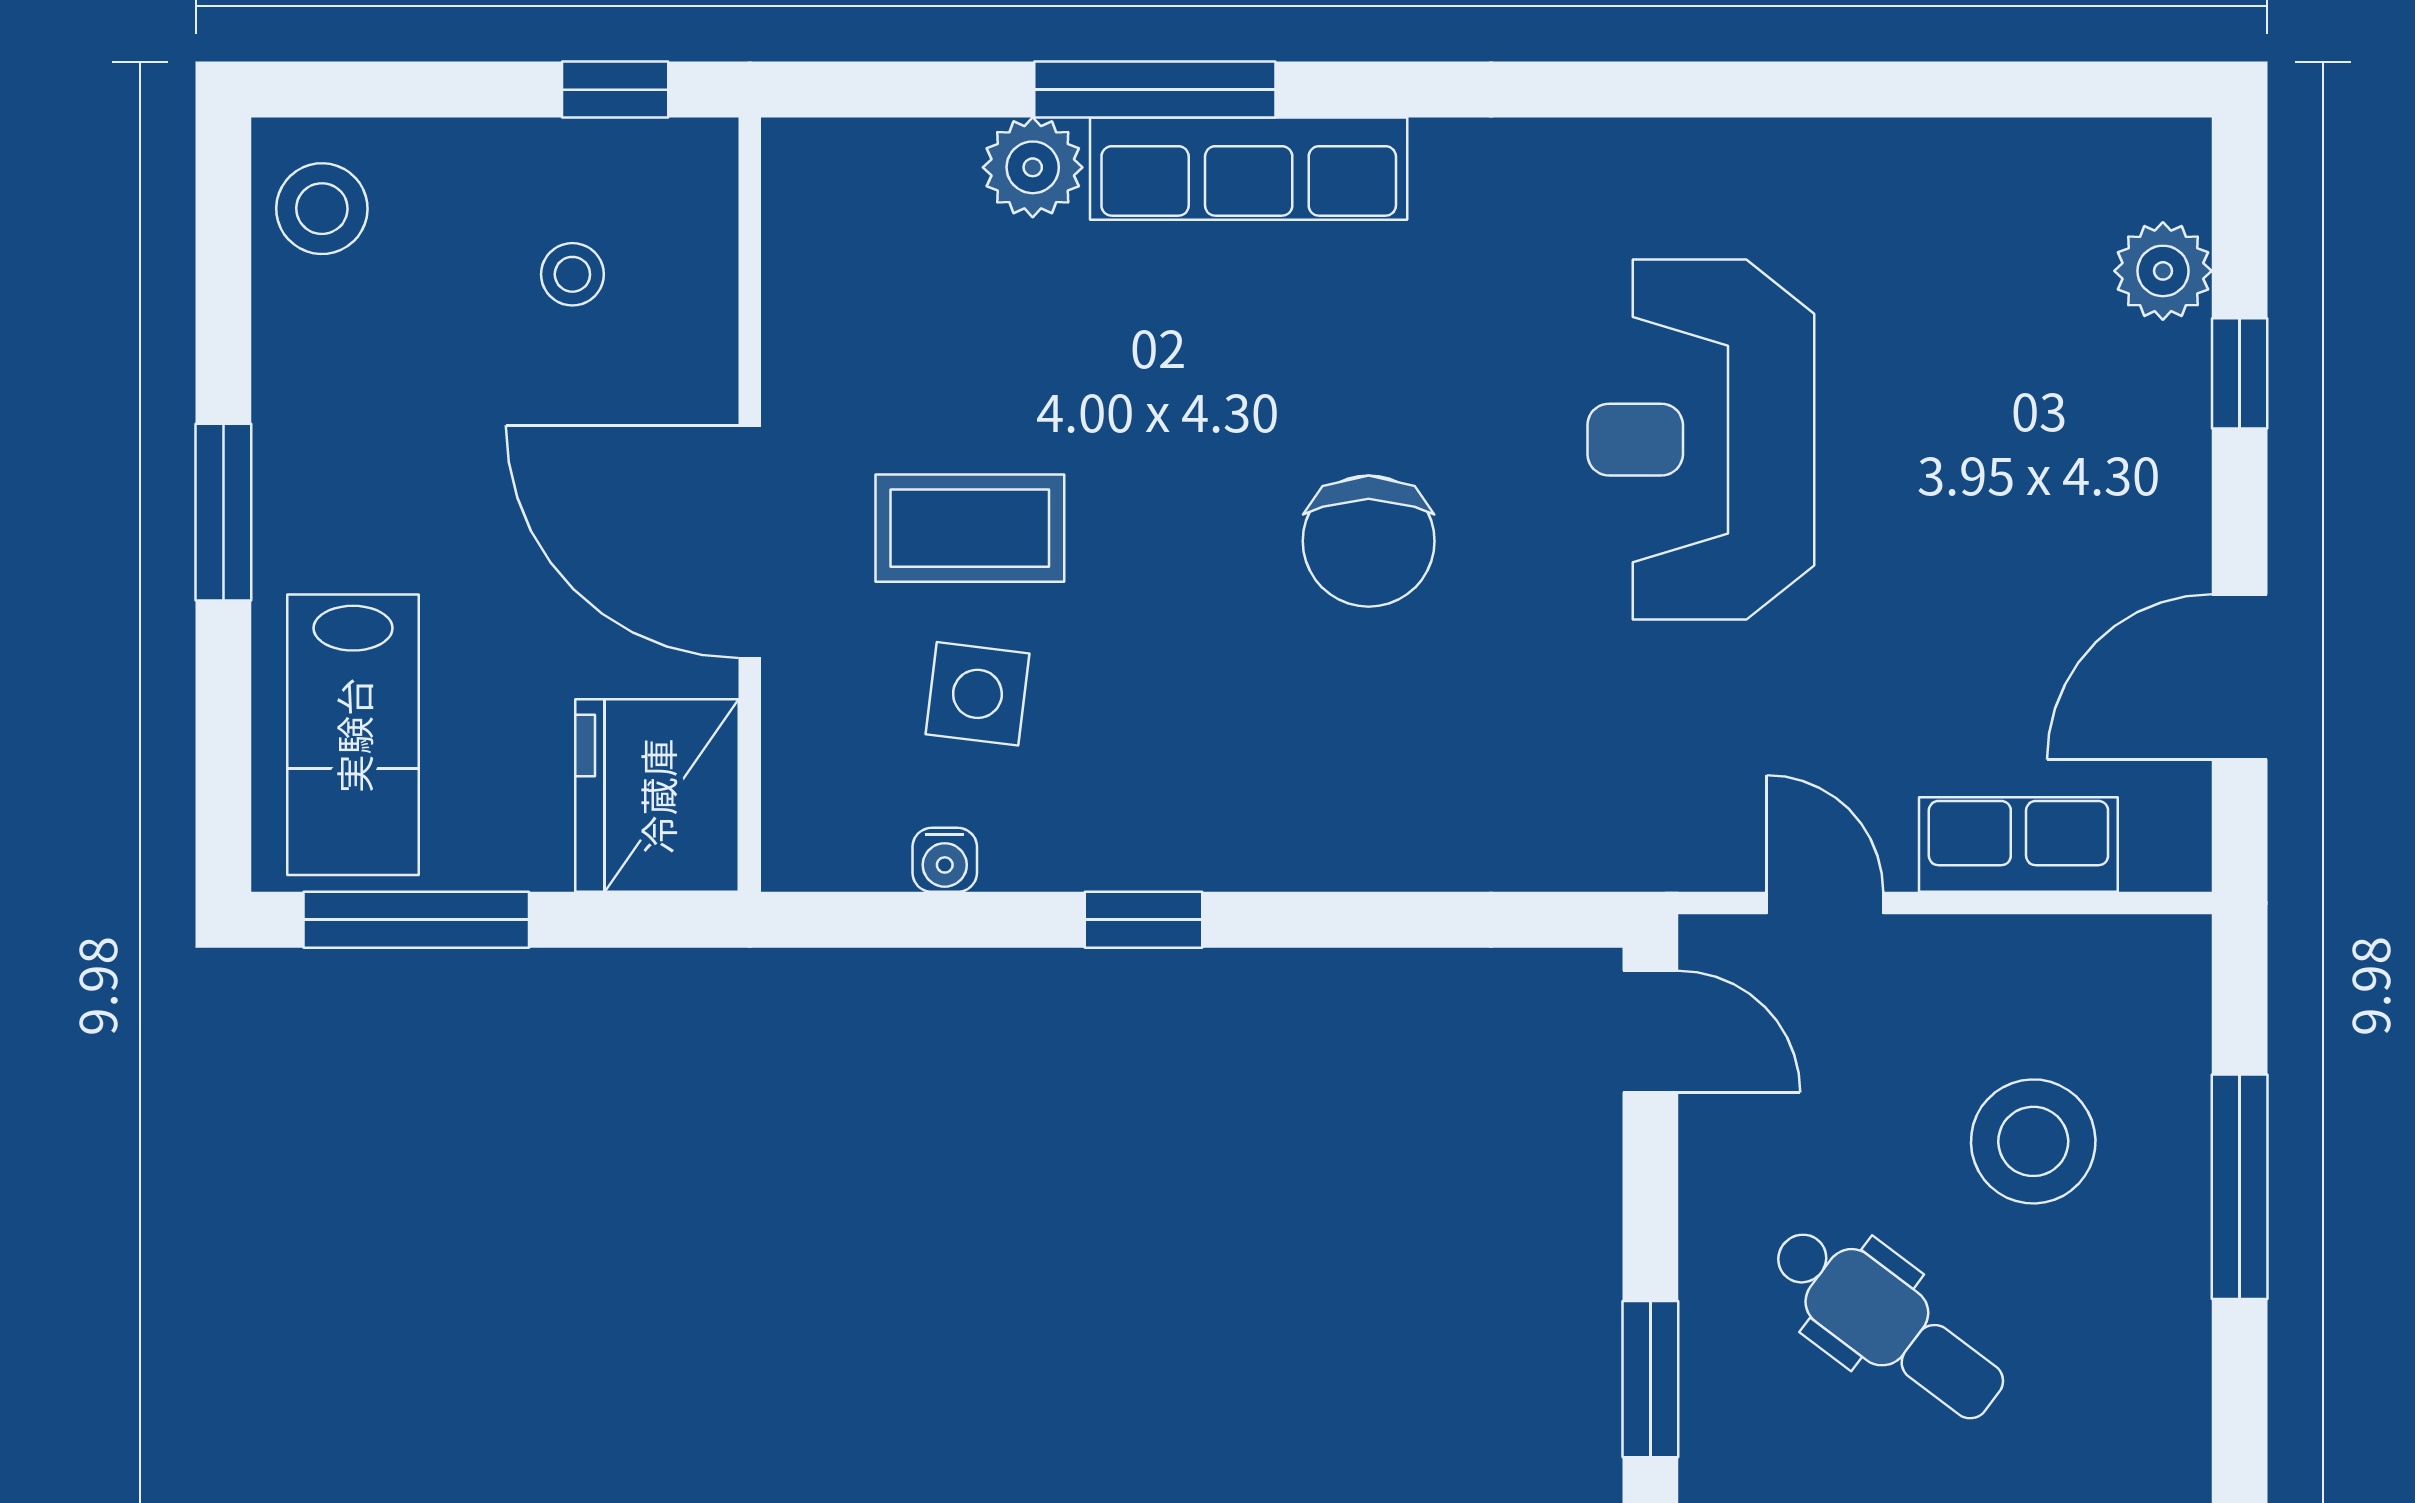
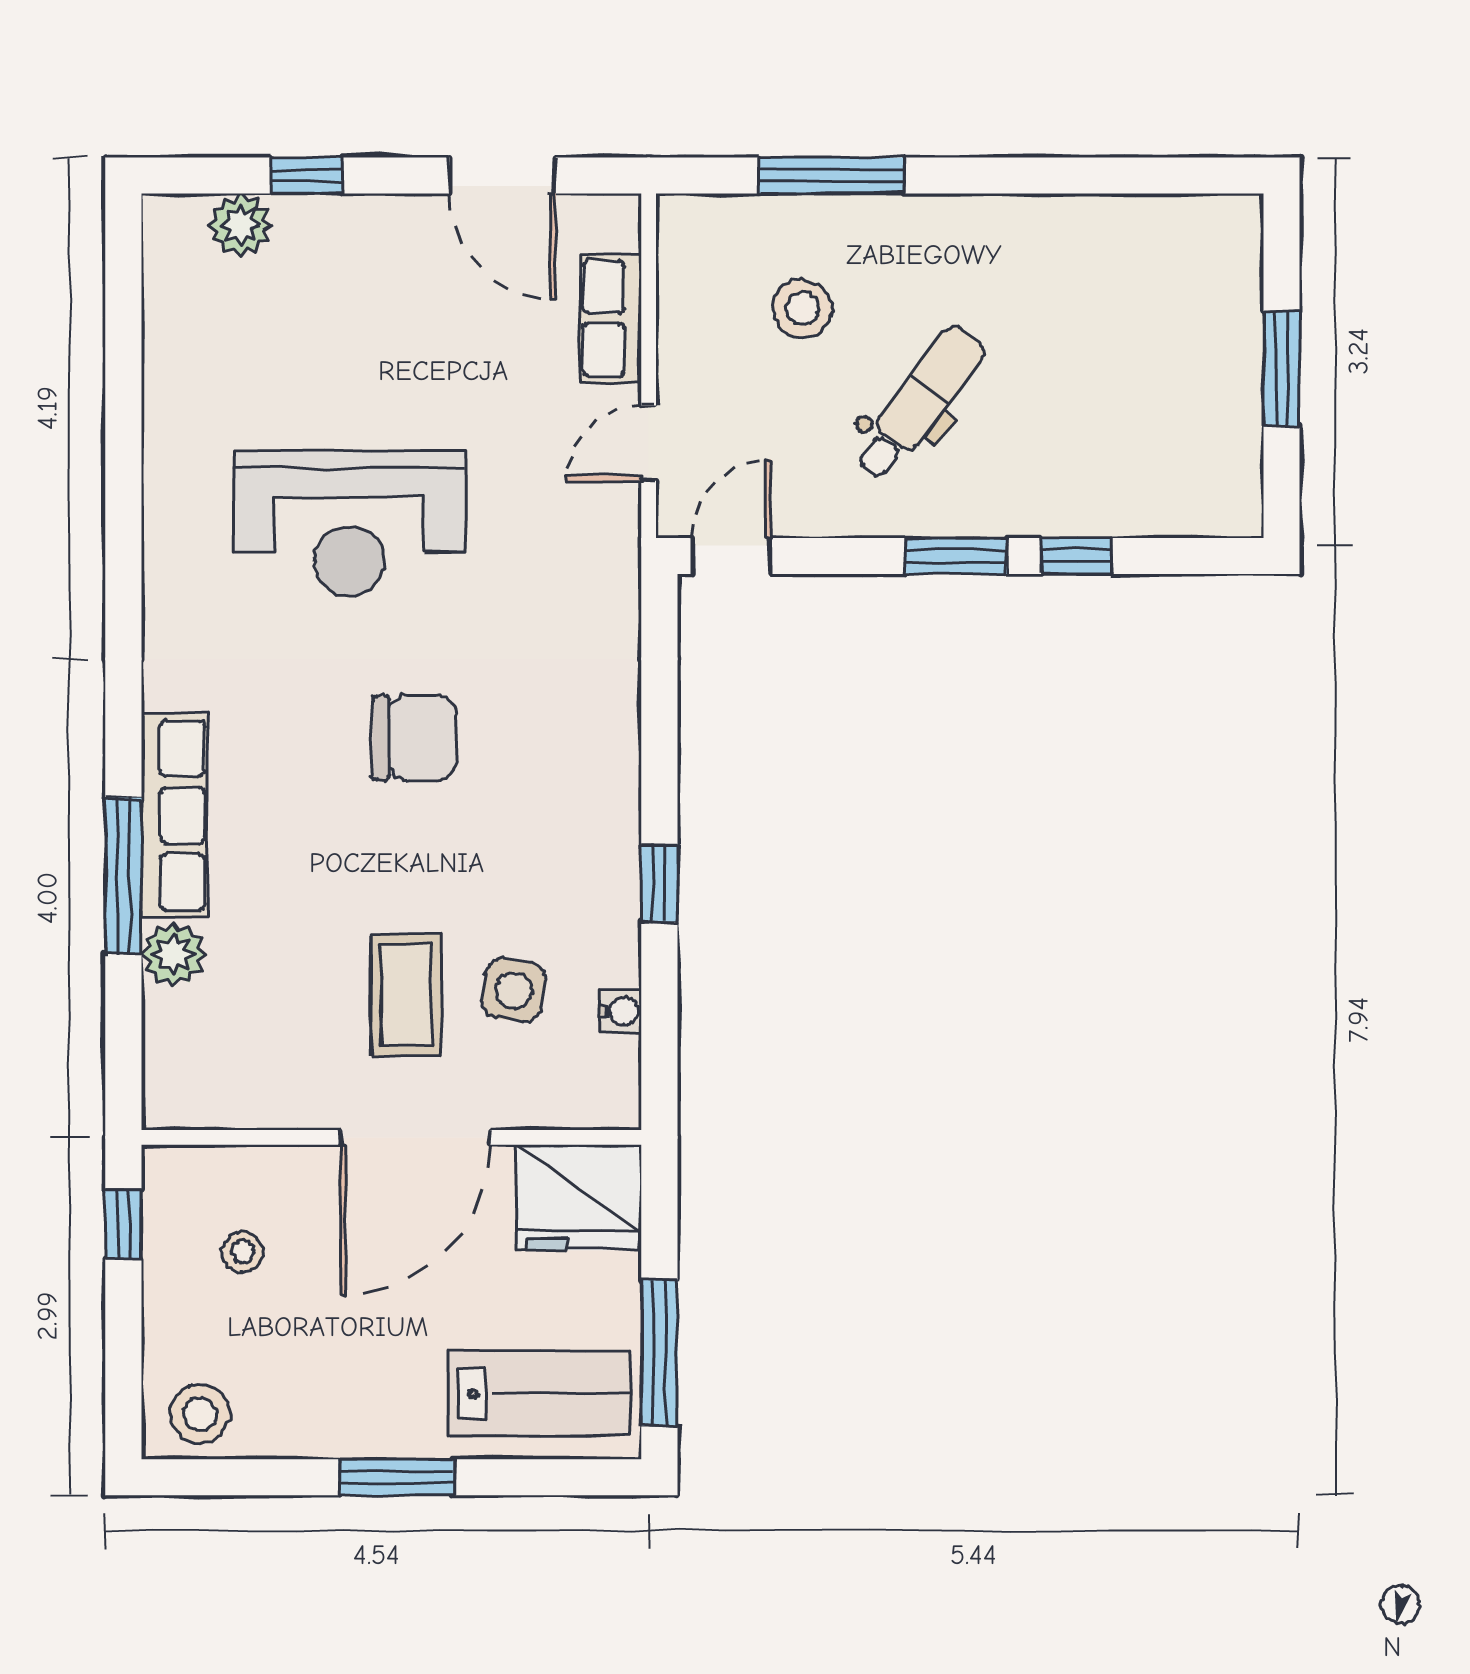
stool: (2033, 1141) -> (802, 309), width x0.73, depth x0.73

